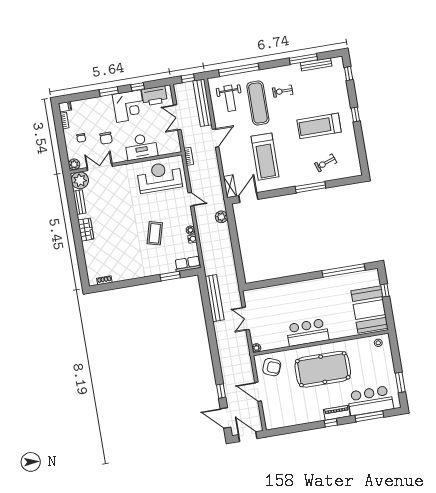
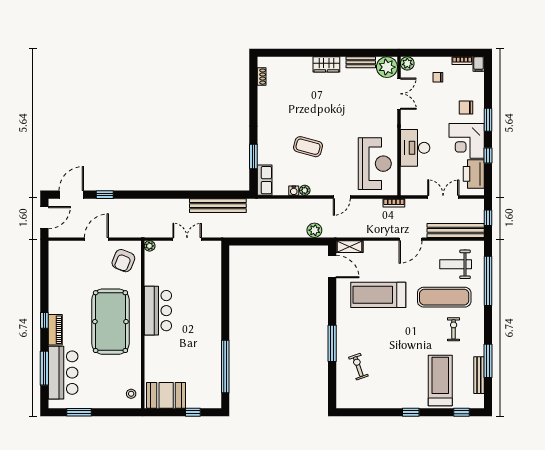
treadmill: (319, 126) -> (440, 380), moved
chair: (106, 138) -> (466, 107), moved
door: (216, 138) -> (411, 239), hinge flipped
booth: (369, 309) -> (166, 395), width x0.73, depth x0.70

